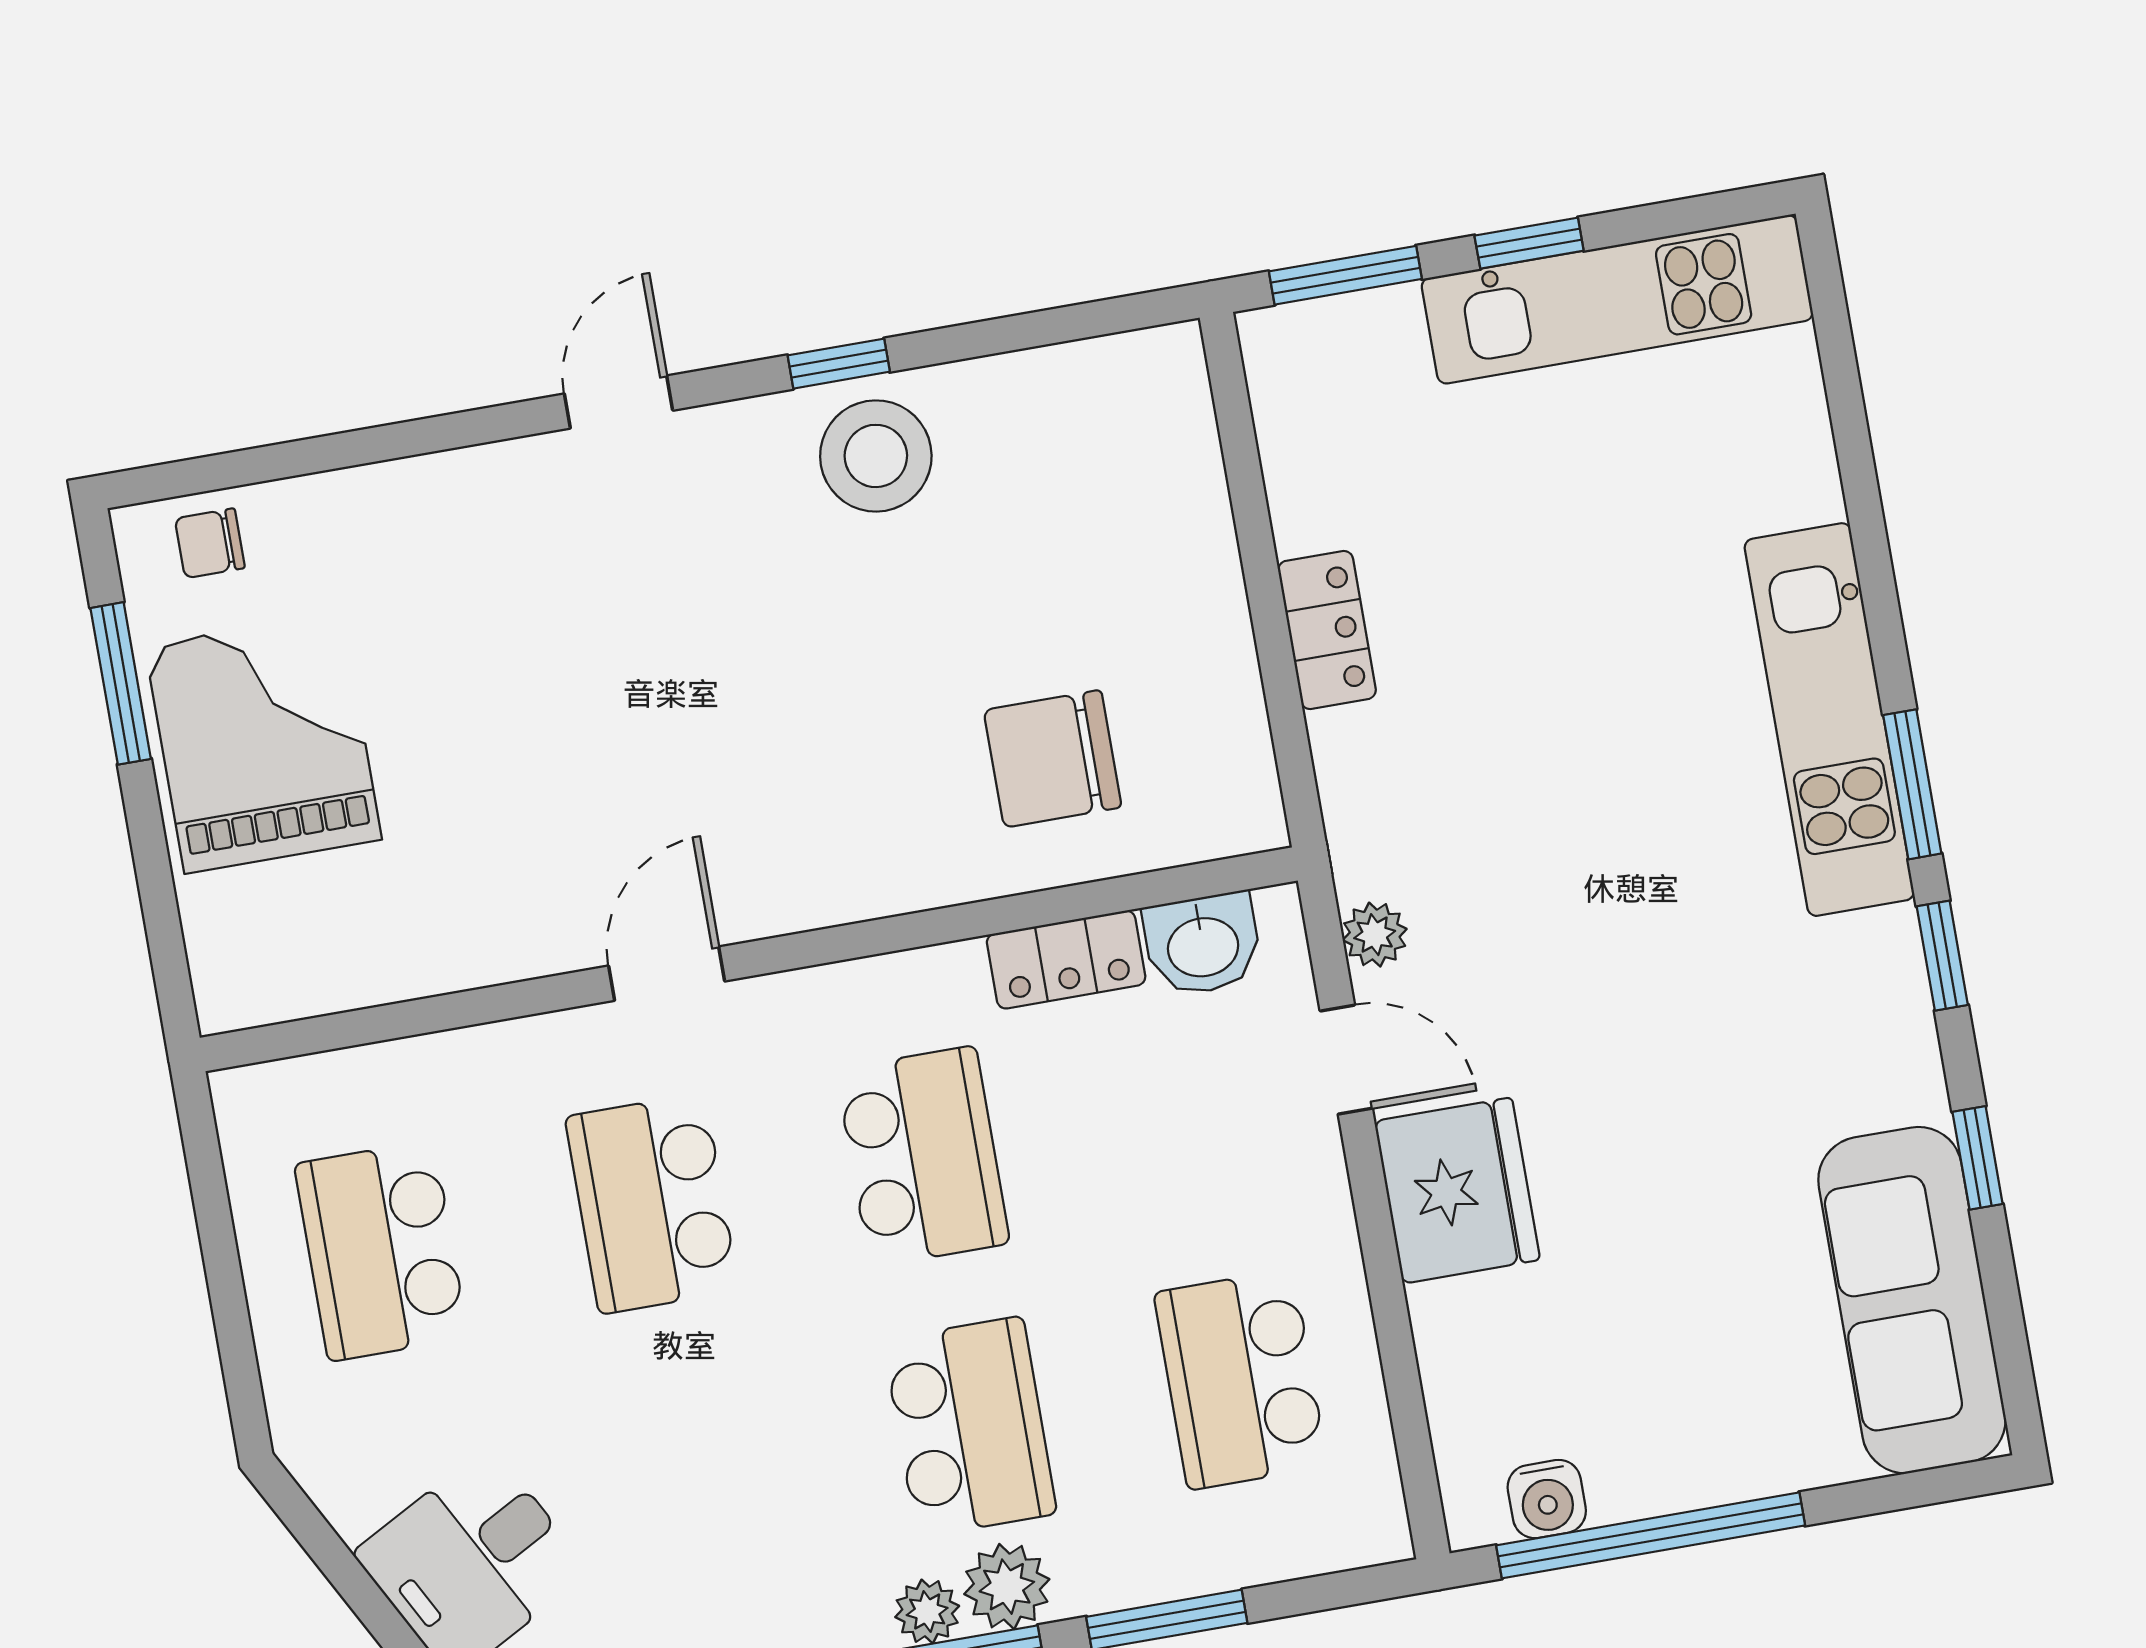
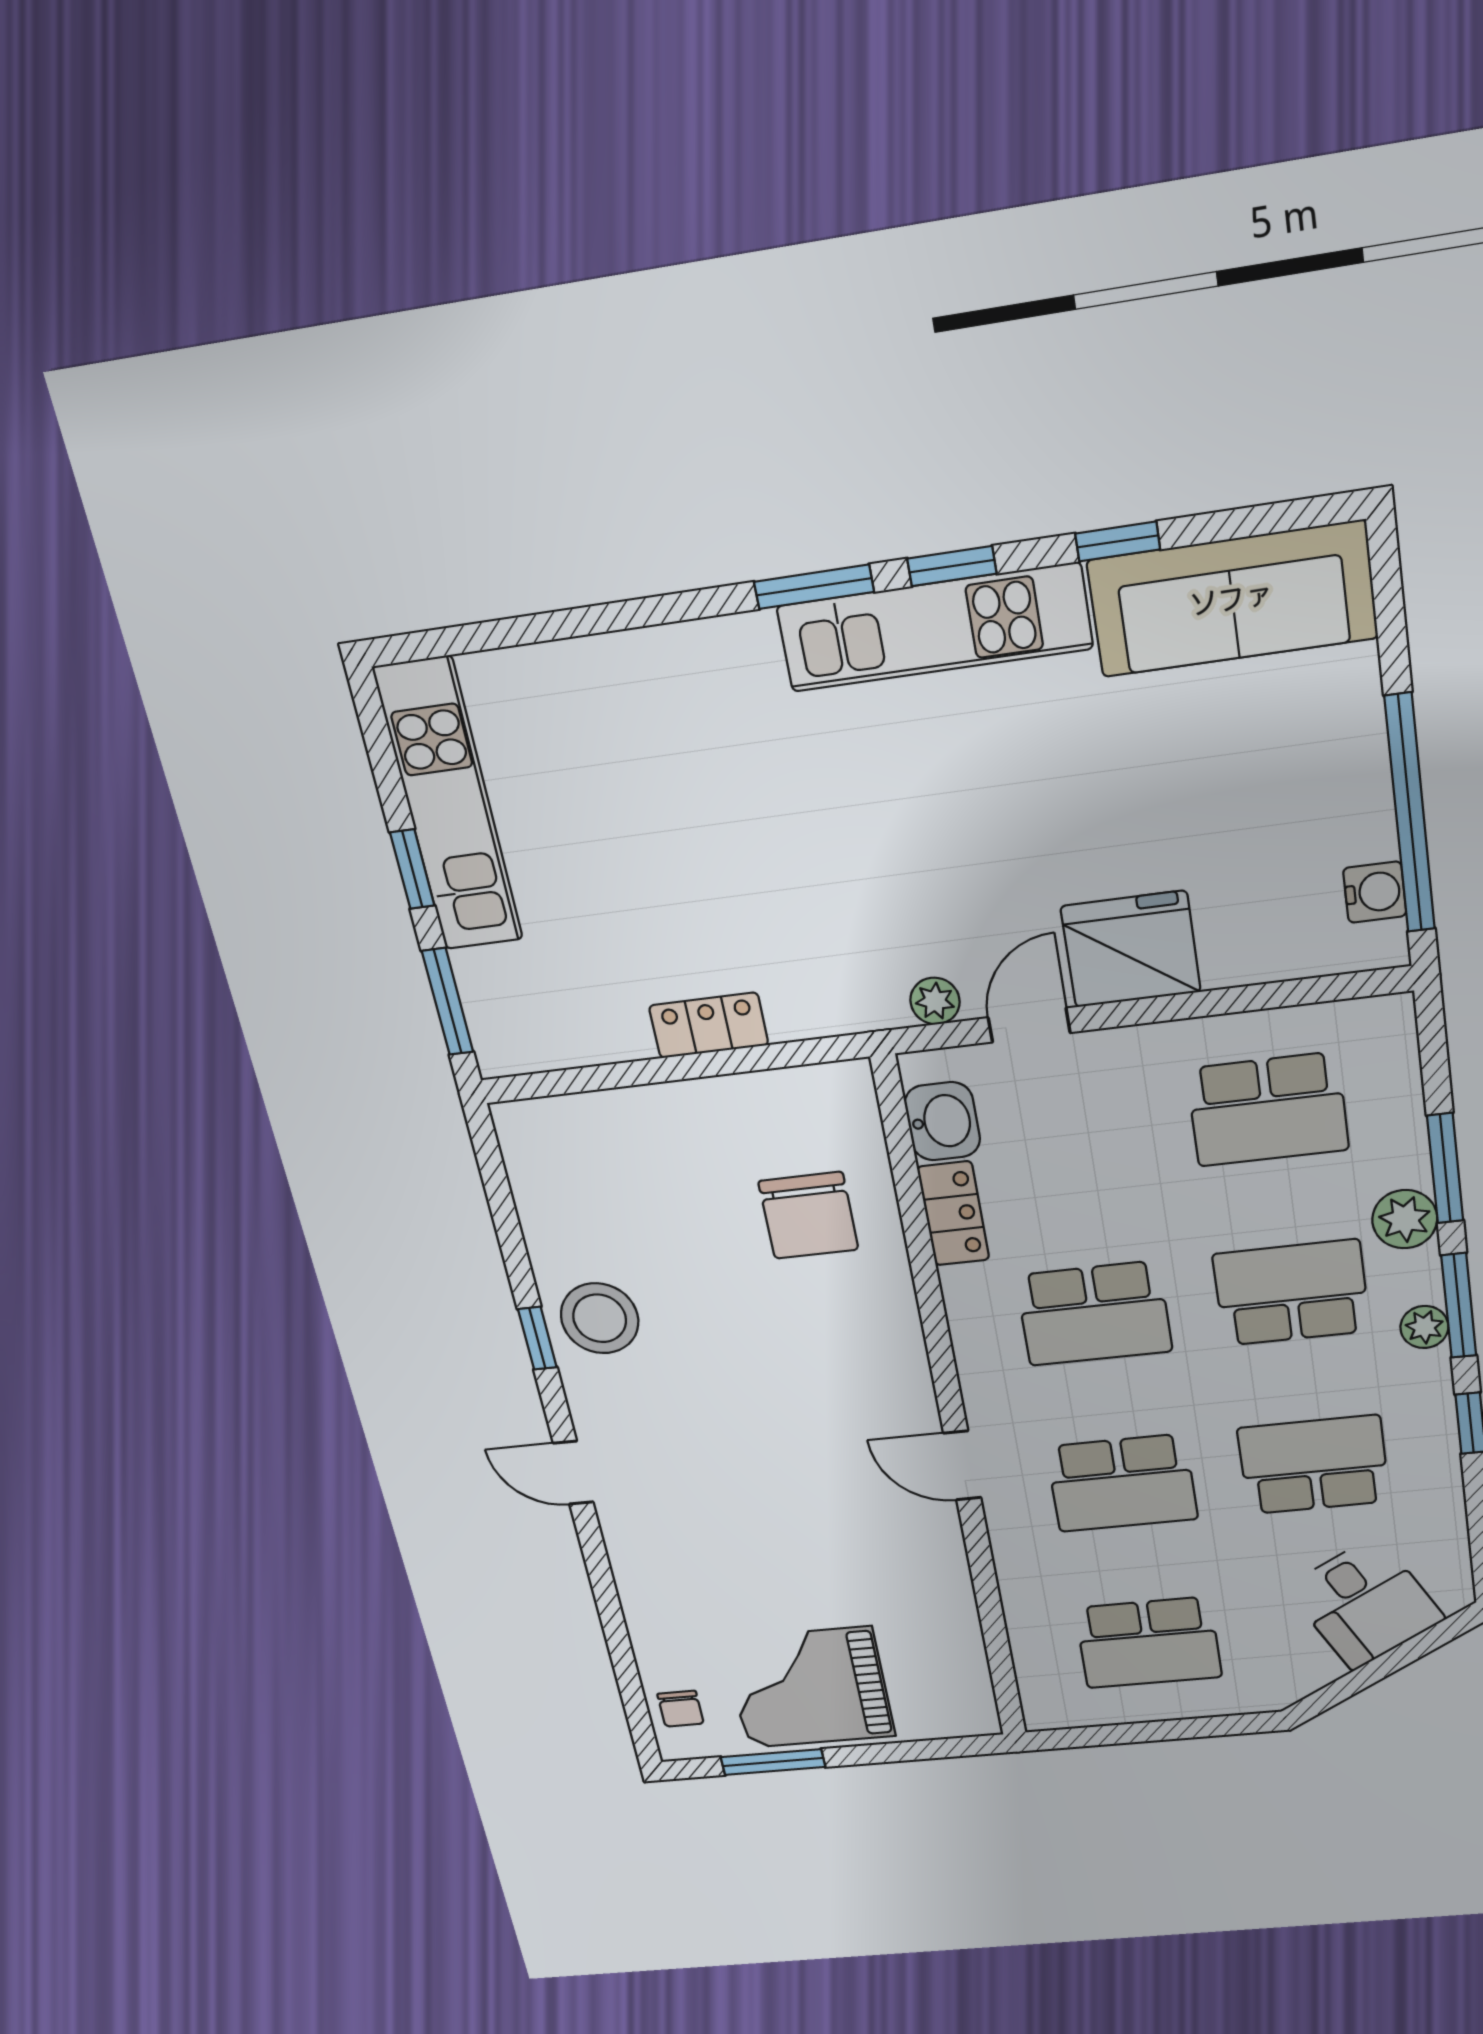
kitchen unit: (1829, 720) -> (934, 627), moved
school desk: (923, 1156) -> (1094, 1313), turned 180
school desk: (699, 1474) -> (1314, 1465), added
plant: (1007, 1587) -> (1405, 1219), moved

